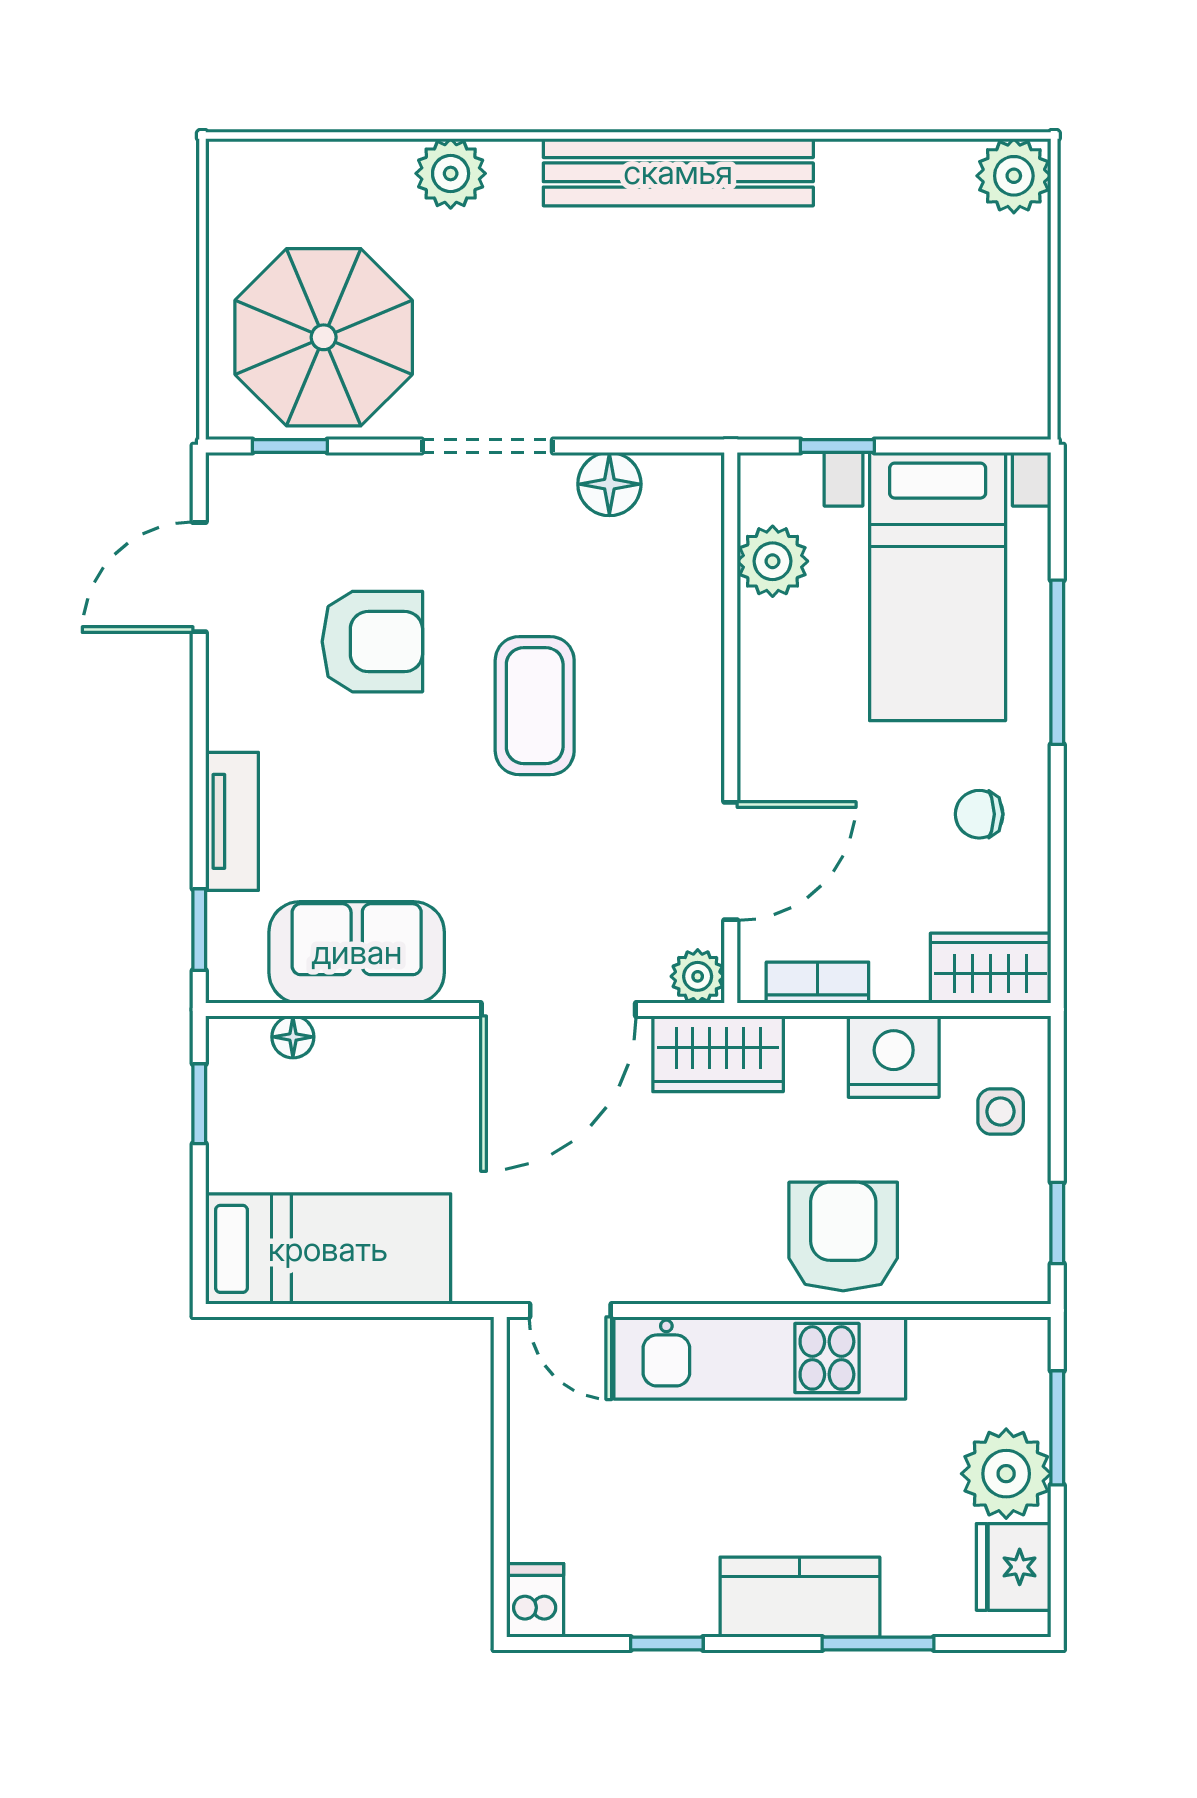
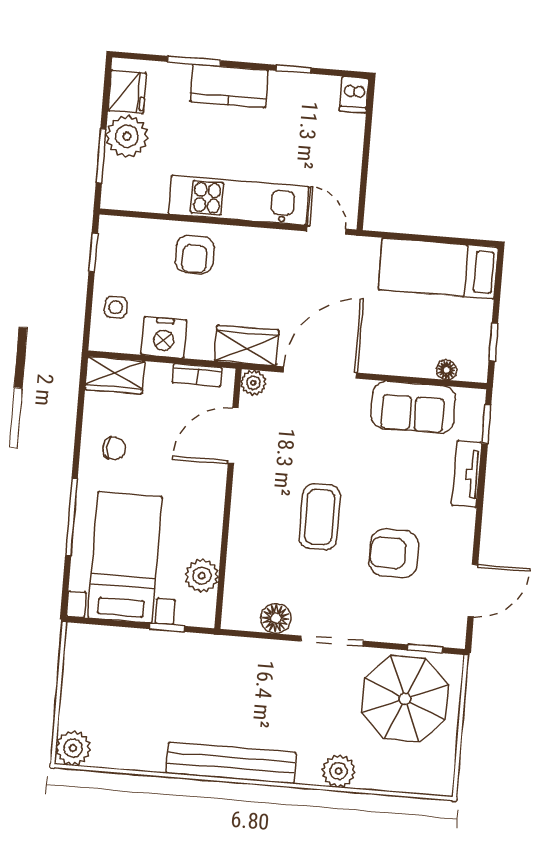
armchair: (843, 1237) -> (195, 254), width x0.72, depth x0.72

